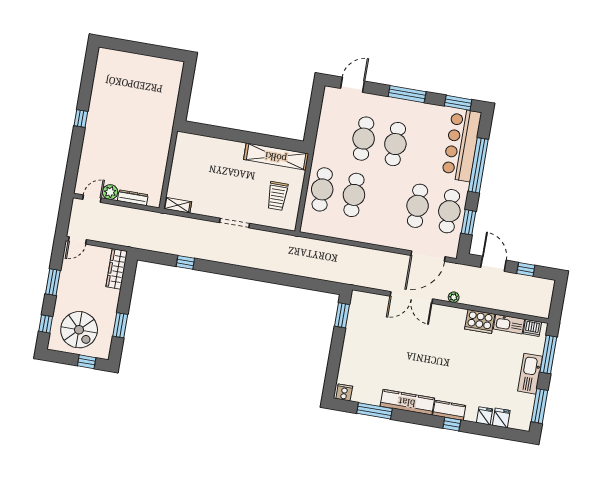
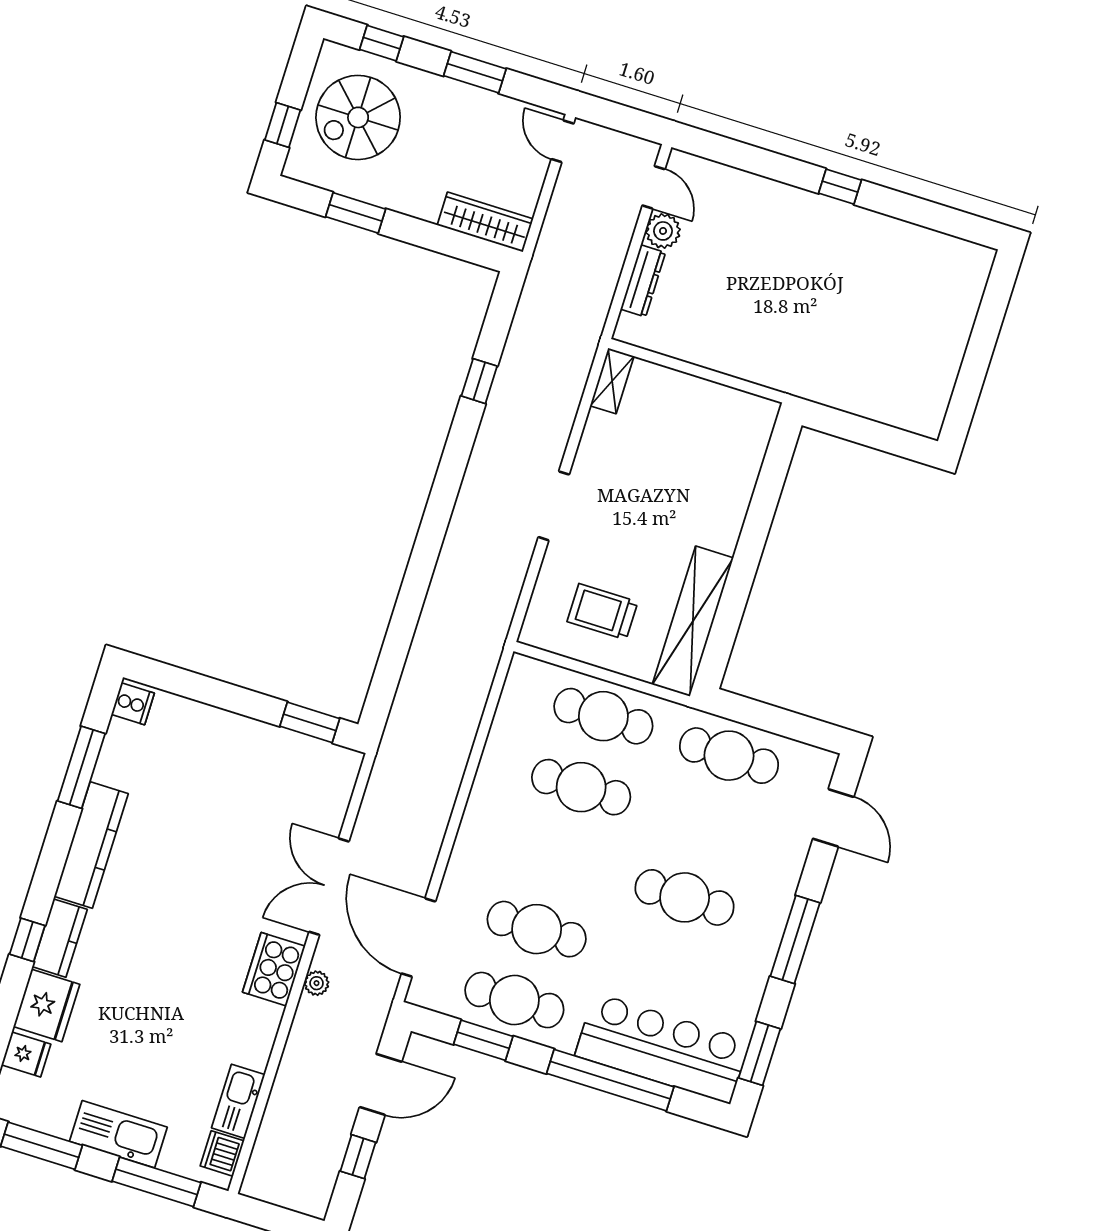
cafe table: (364, 139) -> (729, 756), moved
cooker: (480, 321) -> (274, 969), moved
fridge: (484, 416) -> (47, 1005), width x1.88, depth x1.34

